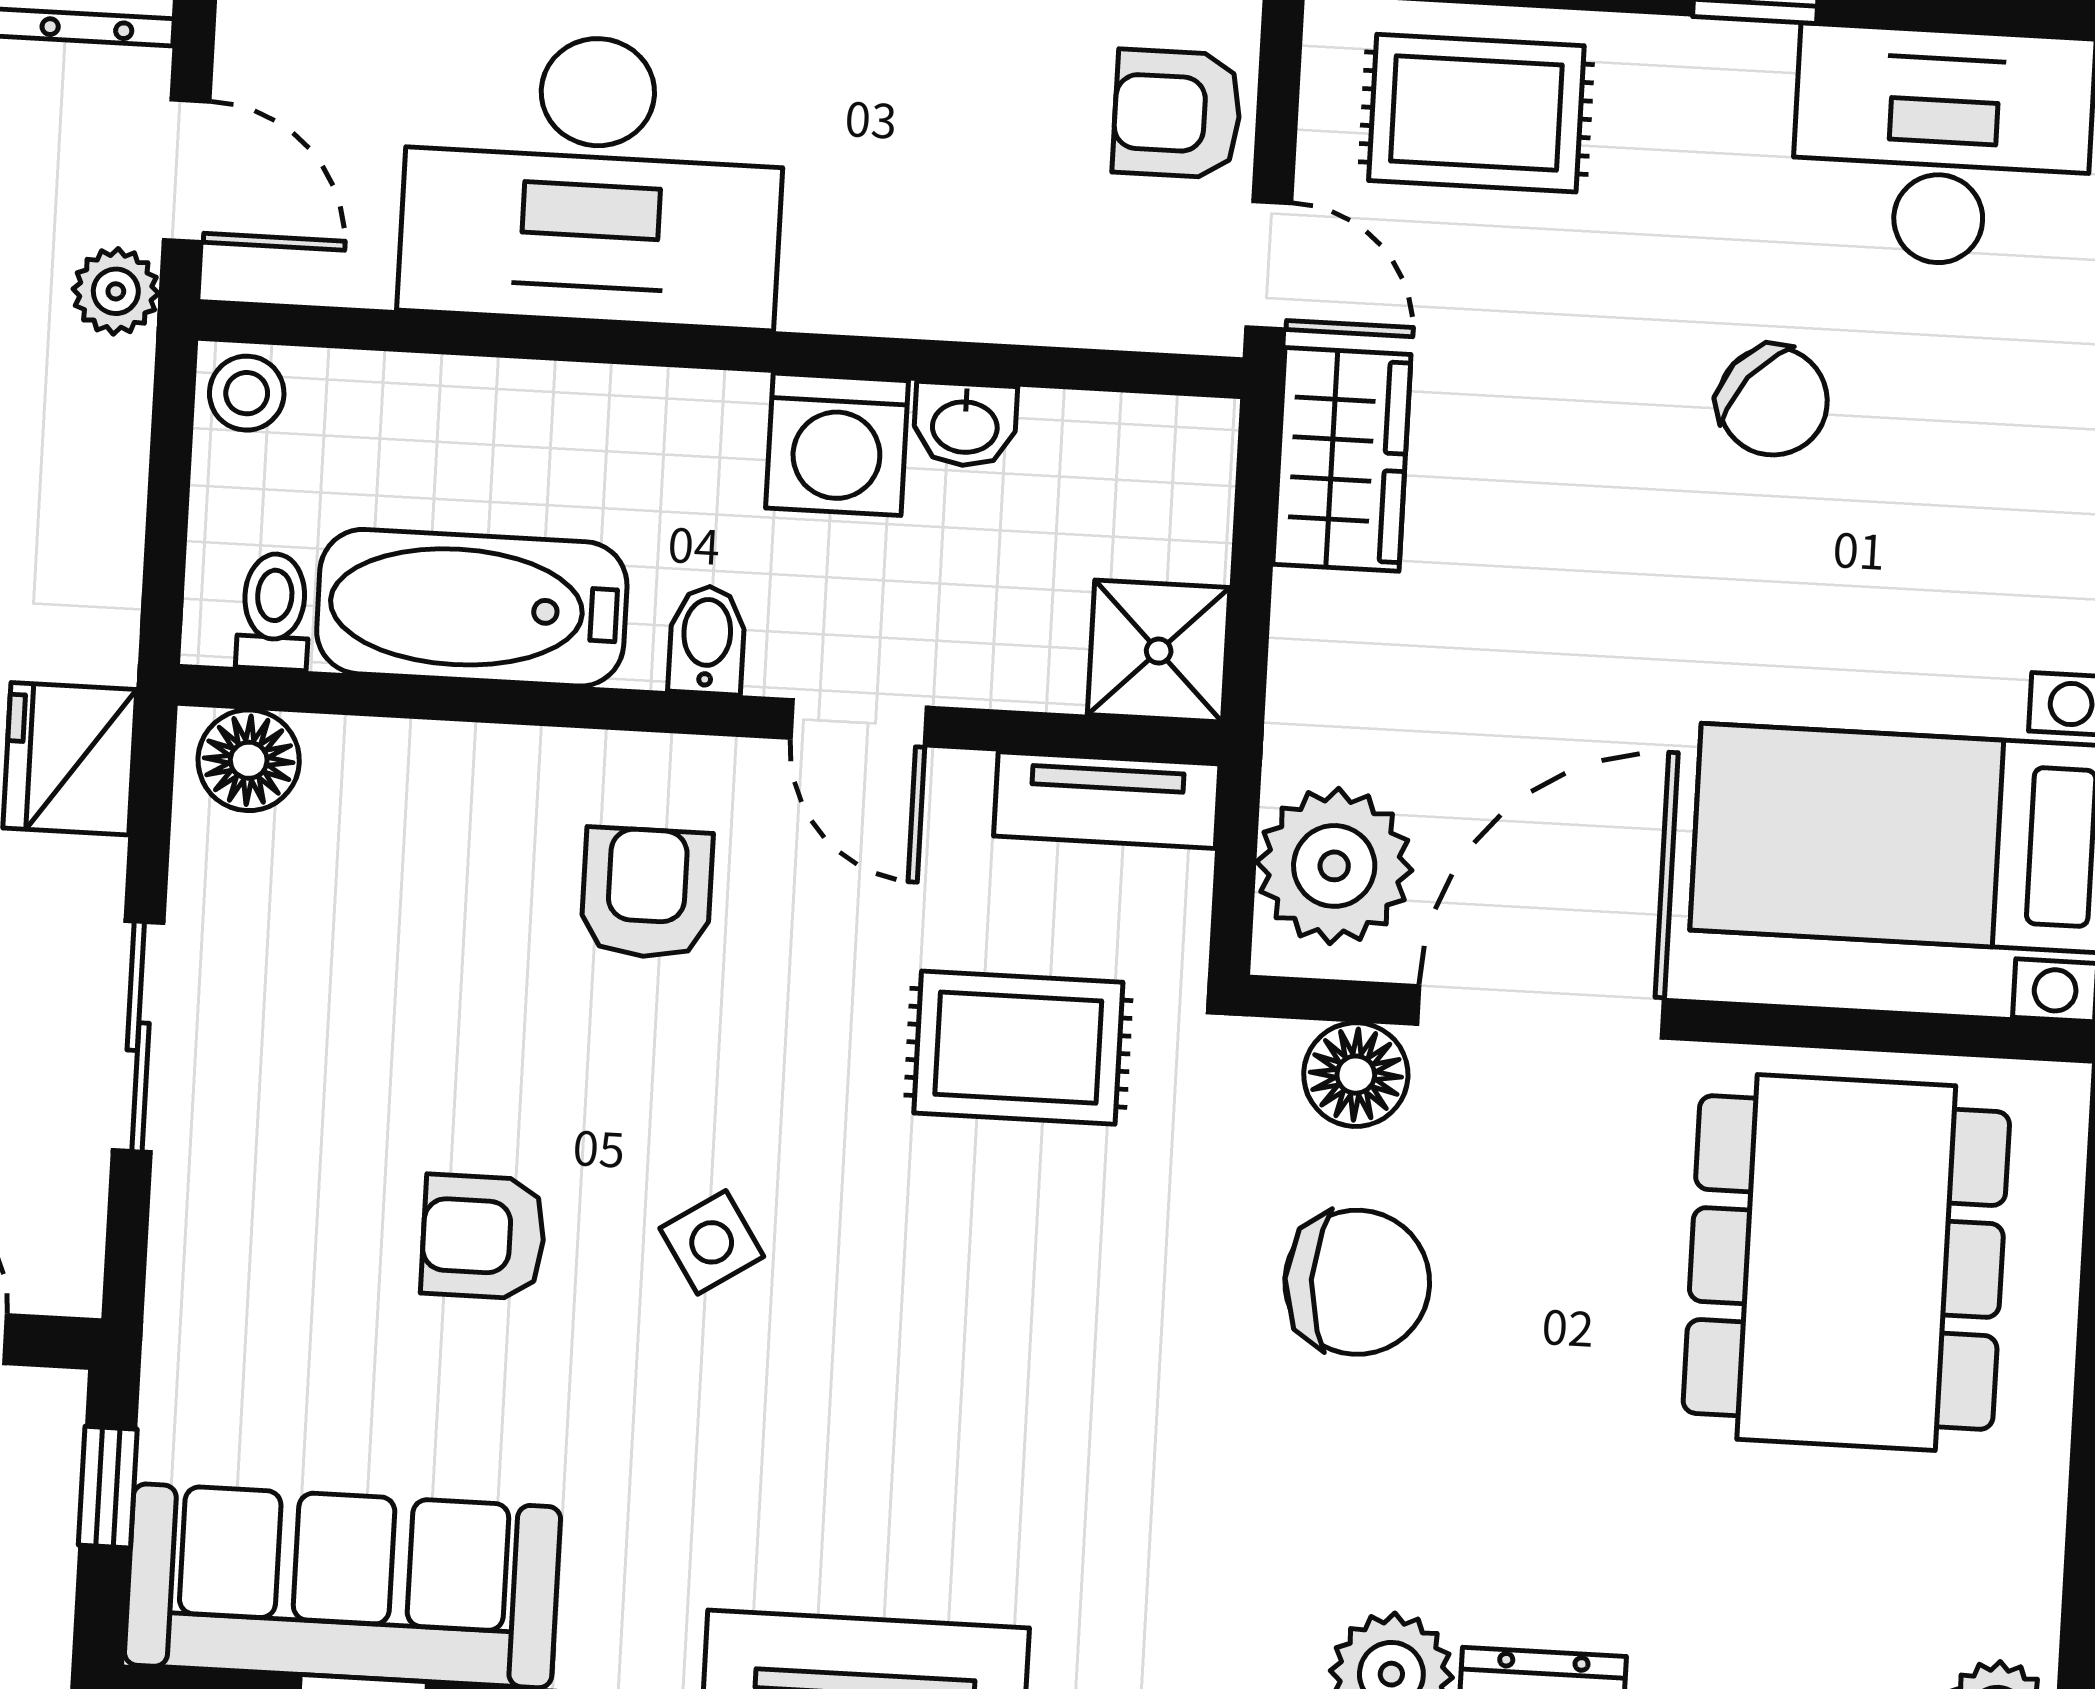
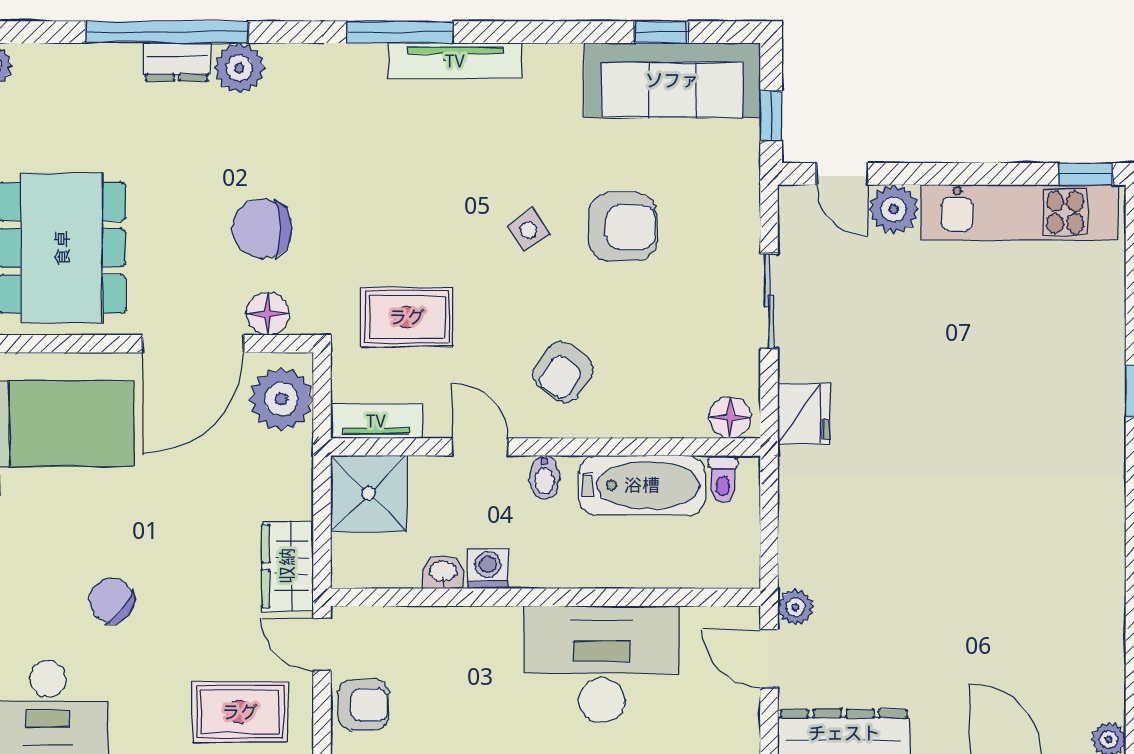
stool: (247, 393) -> (739, 568), removed
washing machine: (837, 444) -> (488, 569), width x0.73, depth x0.73
shower: (1159, 651) -> (369, 493), width x1.36, depth x1.36
armchair: (647, 893) -> (563, 372), turned 35
armchair: (483, 1237) -> (623, 227), width x1.38, depth x1.38

